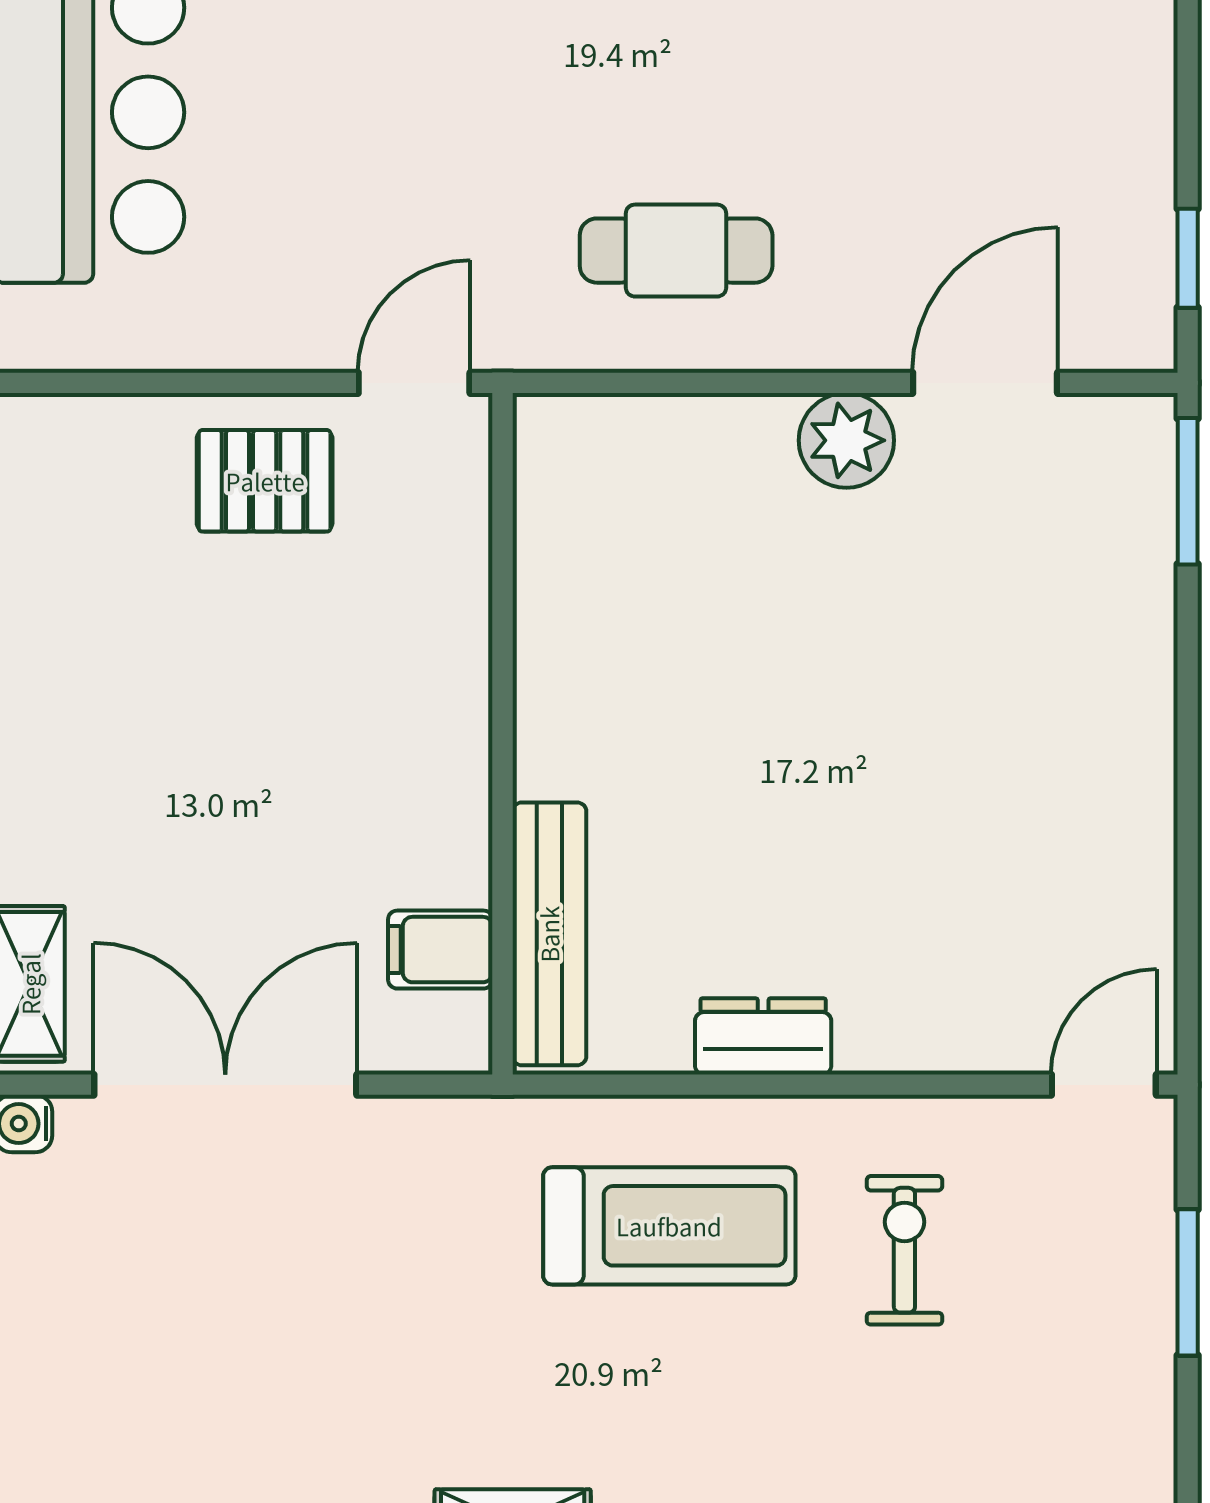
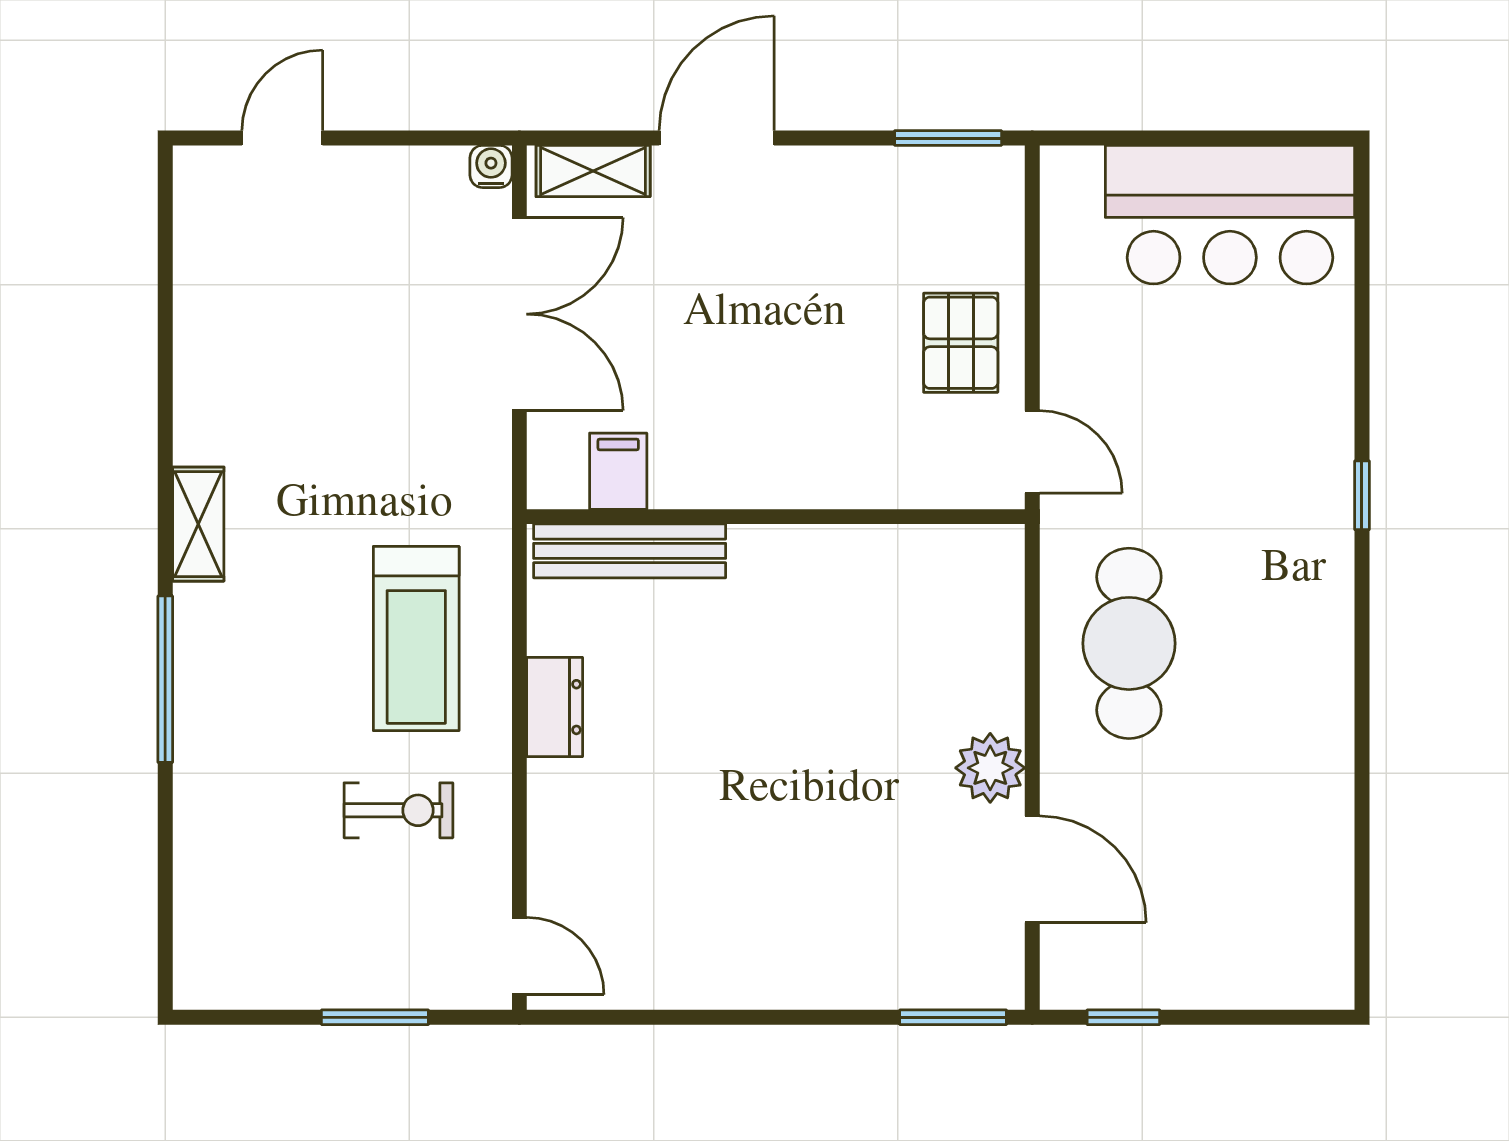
cafe table: (676, 251) -> (1129, 643), width x1.37, depth x1.35

